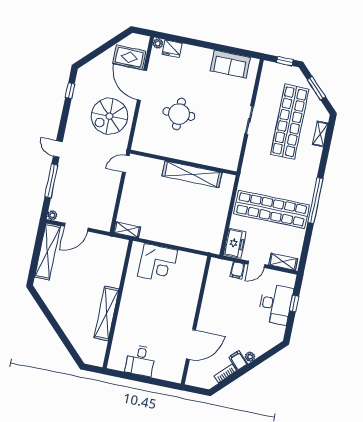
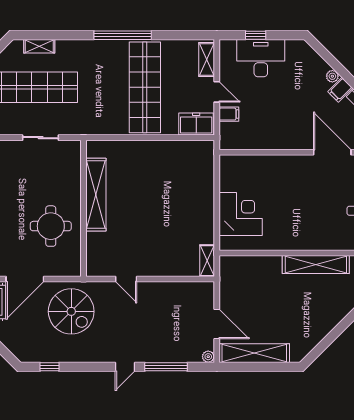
wall: (183, 162) -> (83, 208), moved
shelving: (192, 174) -> (96, 195), moved

